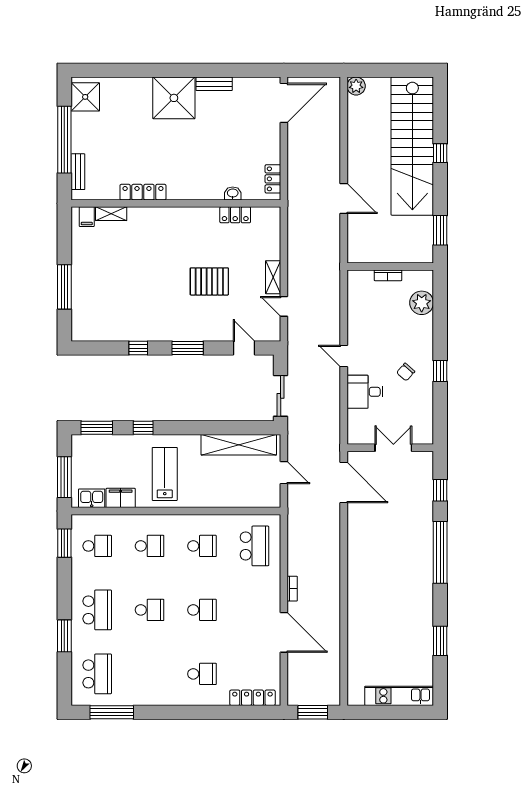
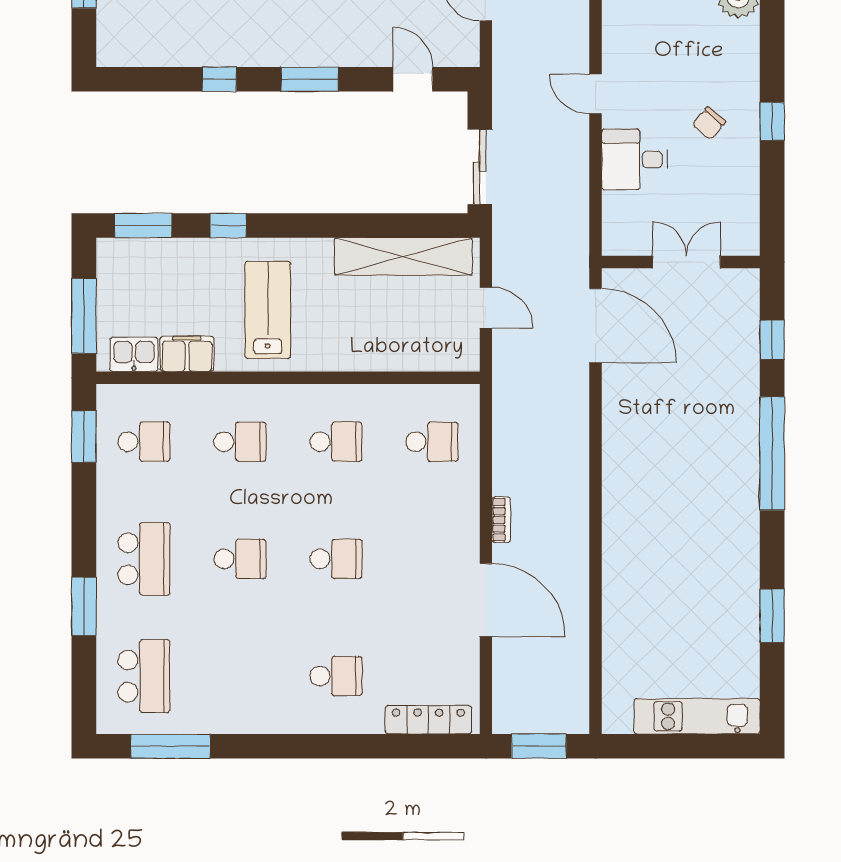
school desk: (254, 546) -> (432, 442), width x0.54

